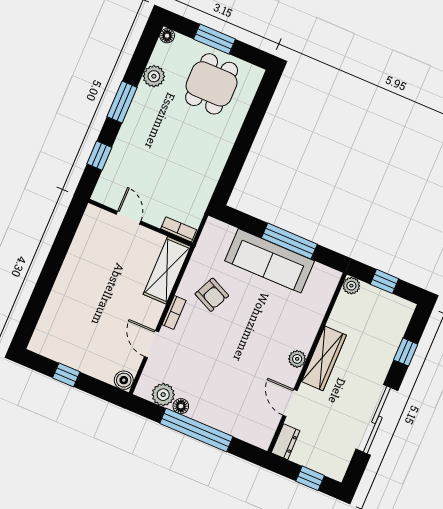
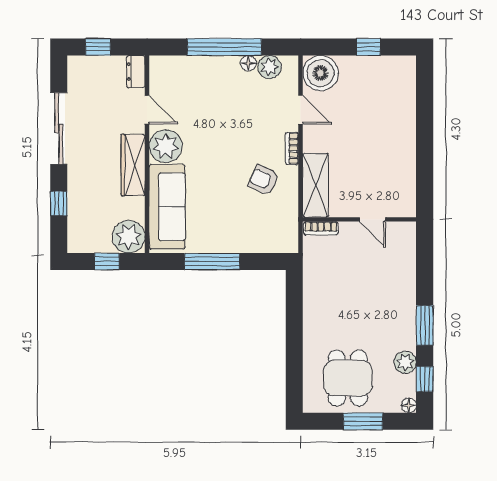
window: (99, 156) -> (425, 379), moved
sofa: (270, 261) -> (167, 207), moved, turned 90
plant: (351, 286) -> (129, 237), width x1.87, depth x1.87
plant: (297, 359) -> (166, 146), width x1.88, depth x1.88
boiler: (124, 380) -> (320, 73), width x1.86, depth x1.86

